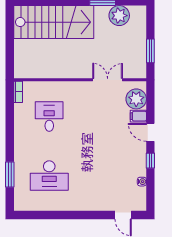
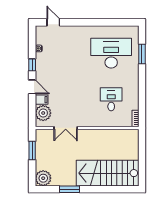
plant: (119, 16) -> (43, 178), moved
desk: (49, 117) -> (111, 99), turned 180
desk: (49, 176) -> (111, 53), width x1.36, depth x1.30

